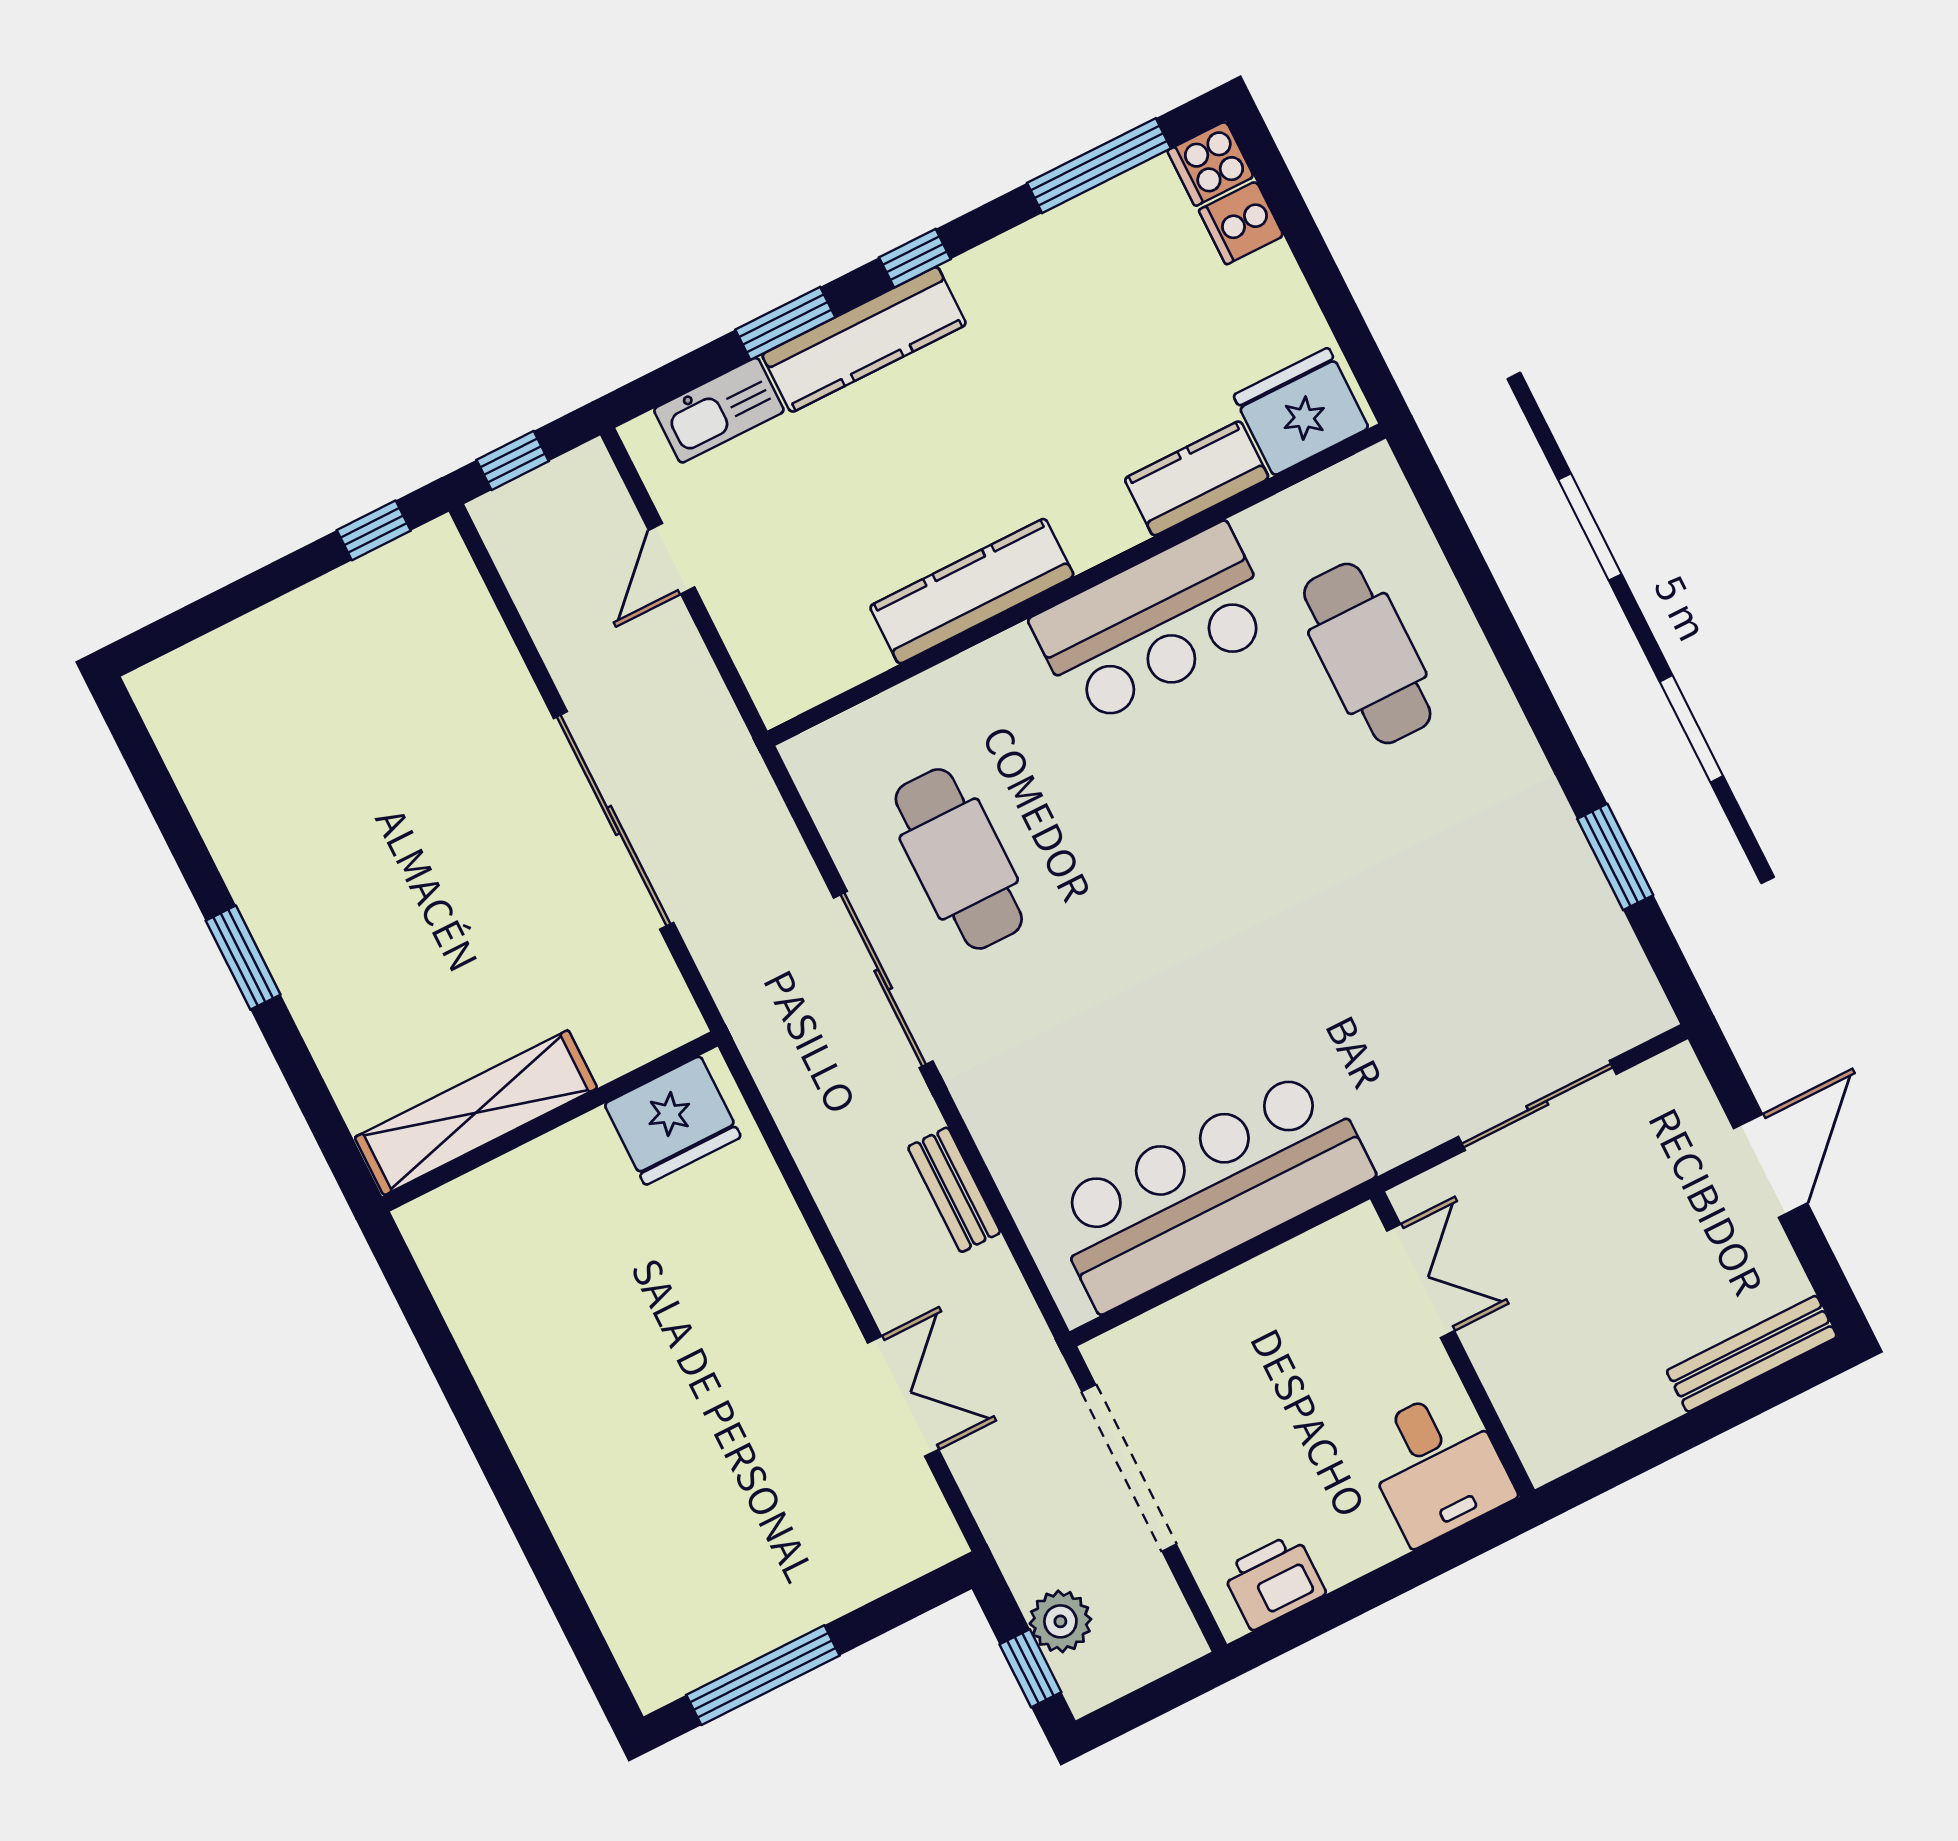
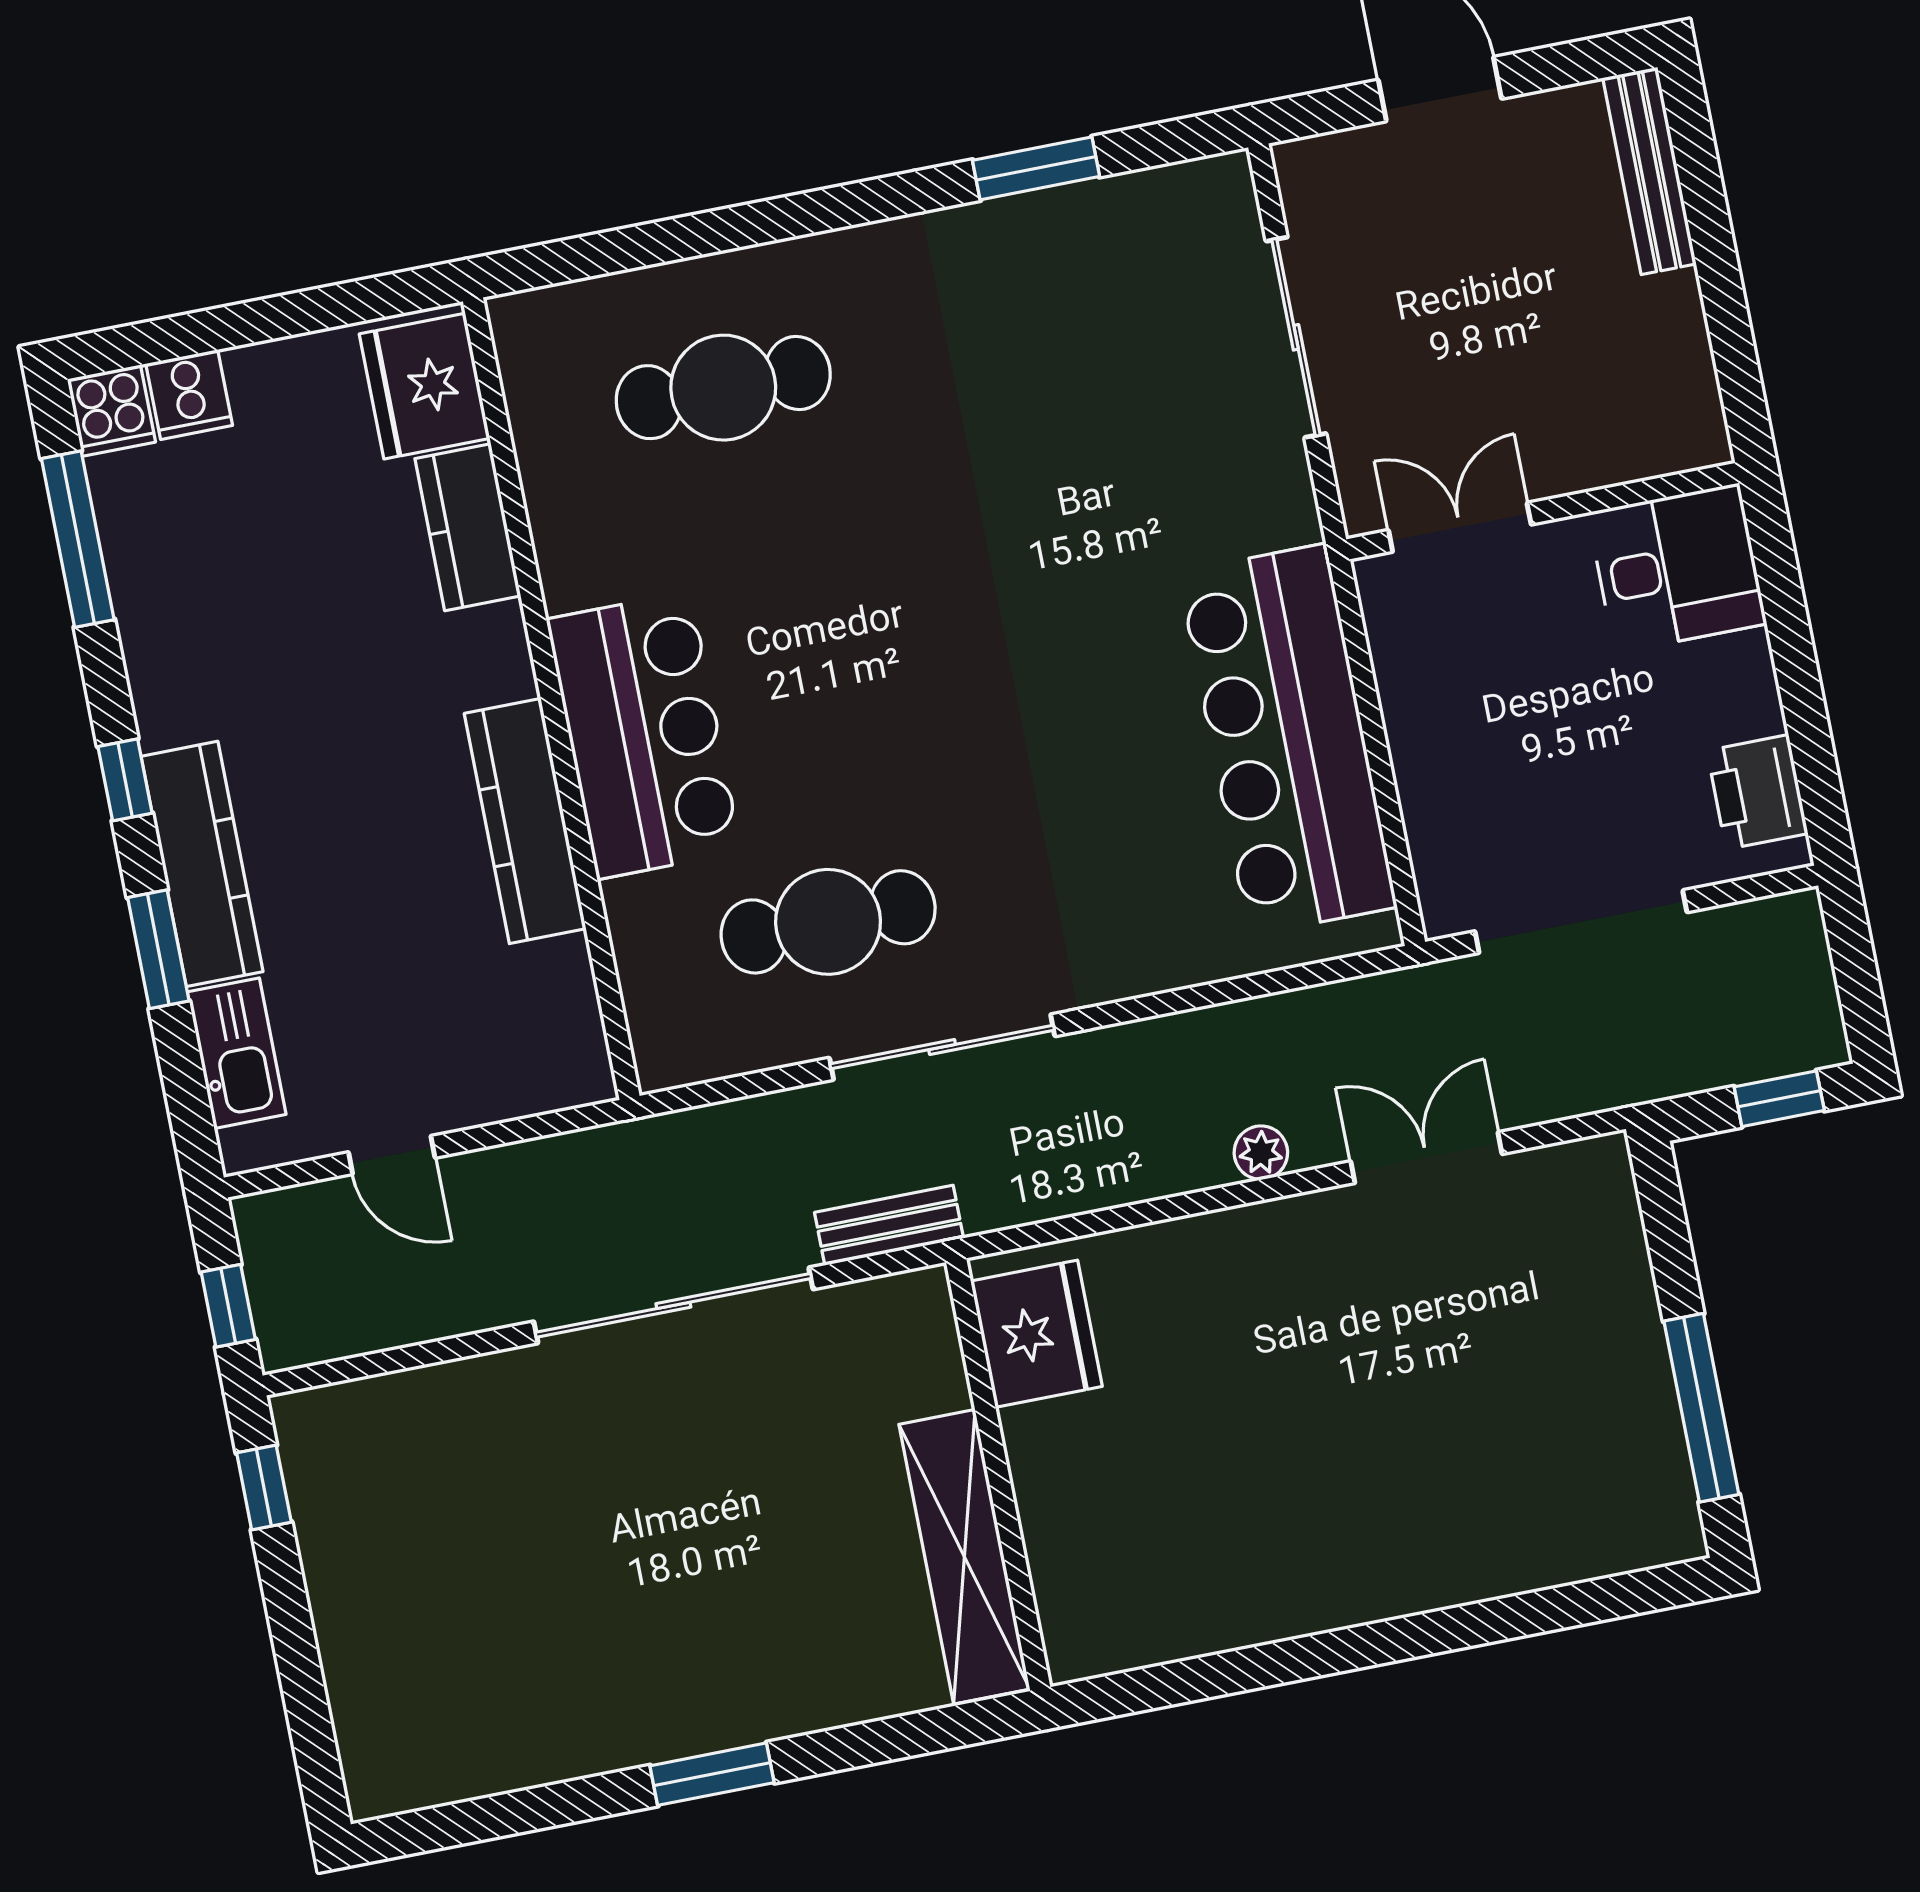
bar counter: (1154, 625) -> (644, 735), moved
bench: (954, 1190) -> (889, 1225), moved
plant: (1060, 1621) -> (1261, 1153), moved, width x0.73, depth x0.73

